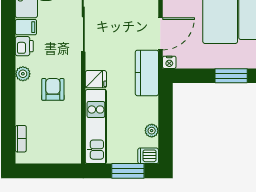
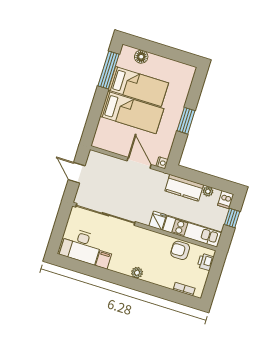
printer: (24, 46) -> (206, 262), moved, turned -90
kitchen counter: (147, 73) -> (184, 188), moved
armchair: (53, 89) -> (180, 250), moved
window: (128, 171) -> (232, 218), width x0.67

